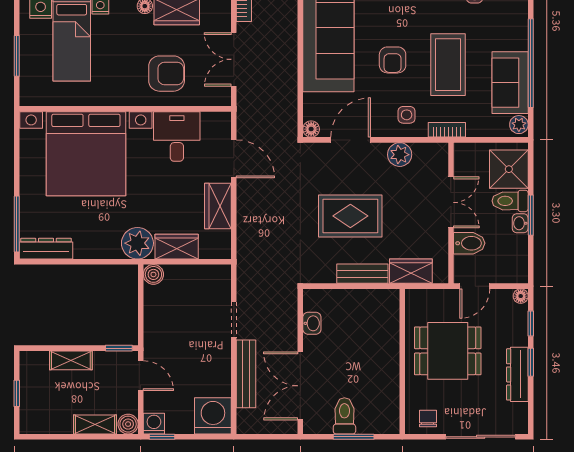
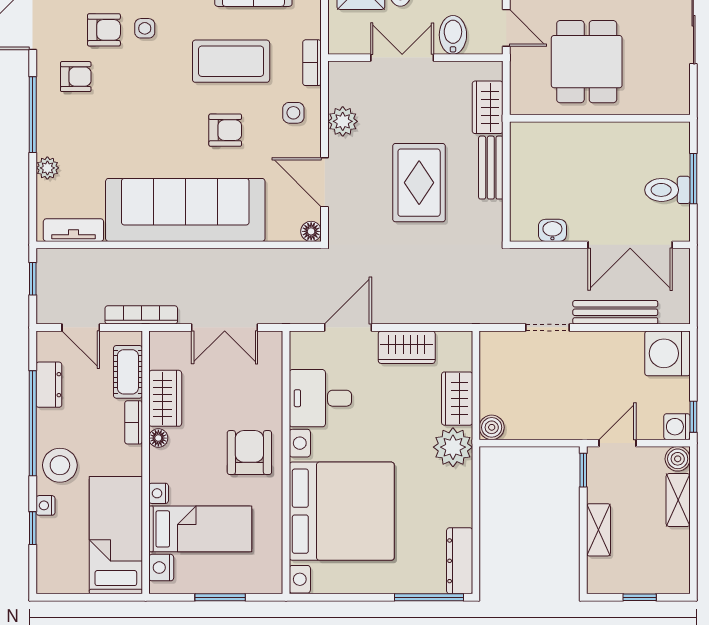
armchair: (167, 74) -> (249, 453), moved
chair: (428, 419) -> (671, 86), removed

